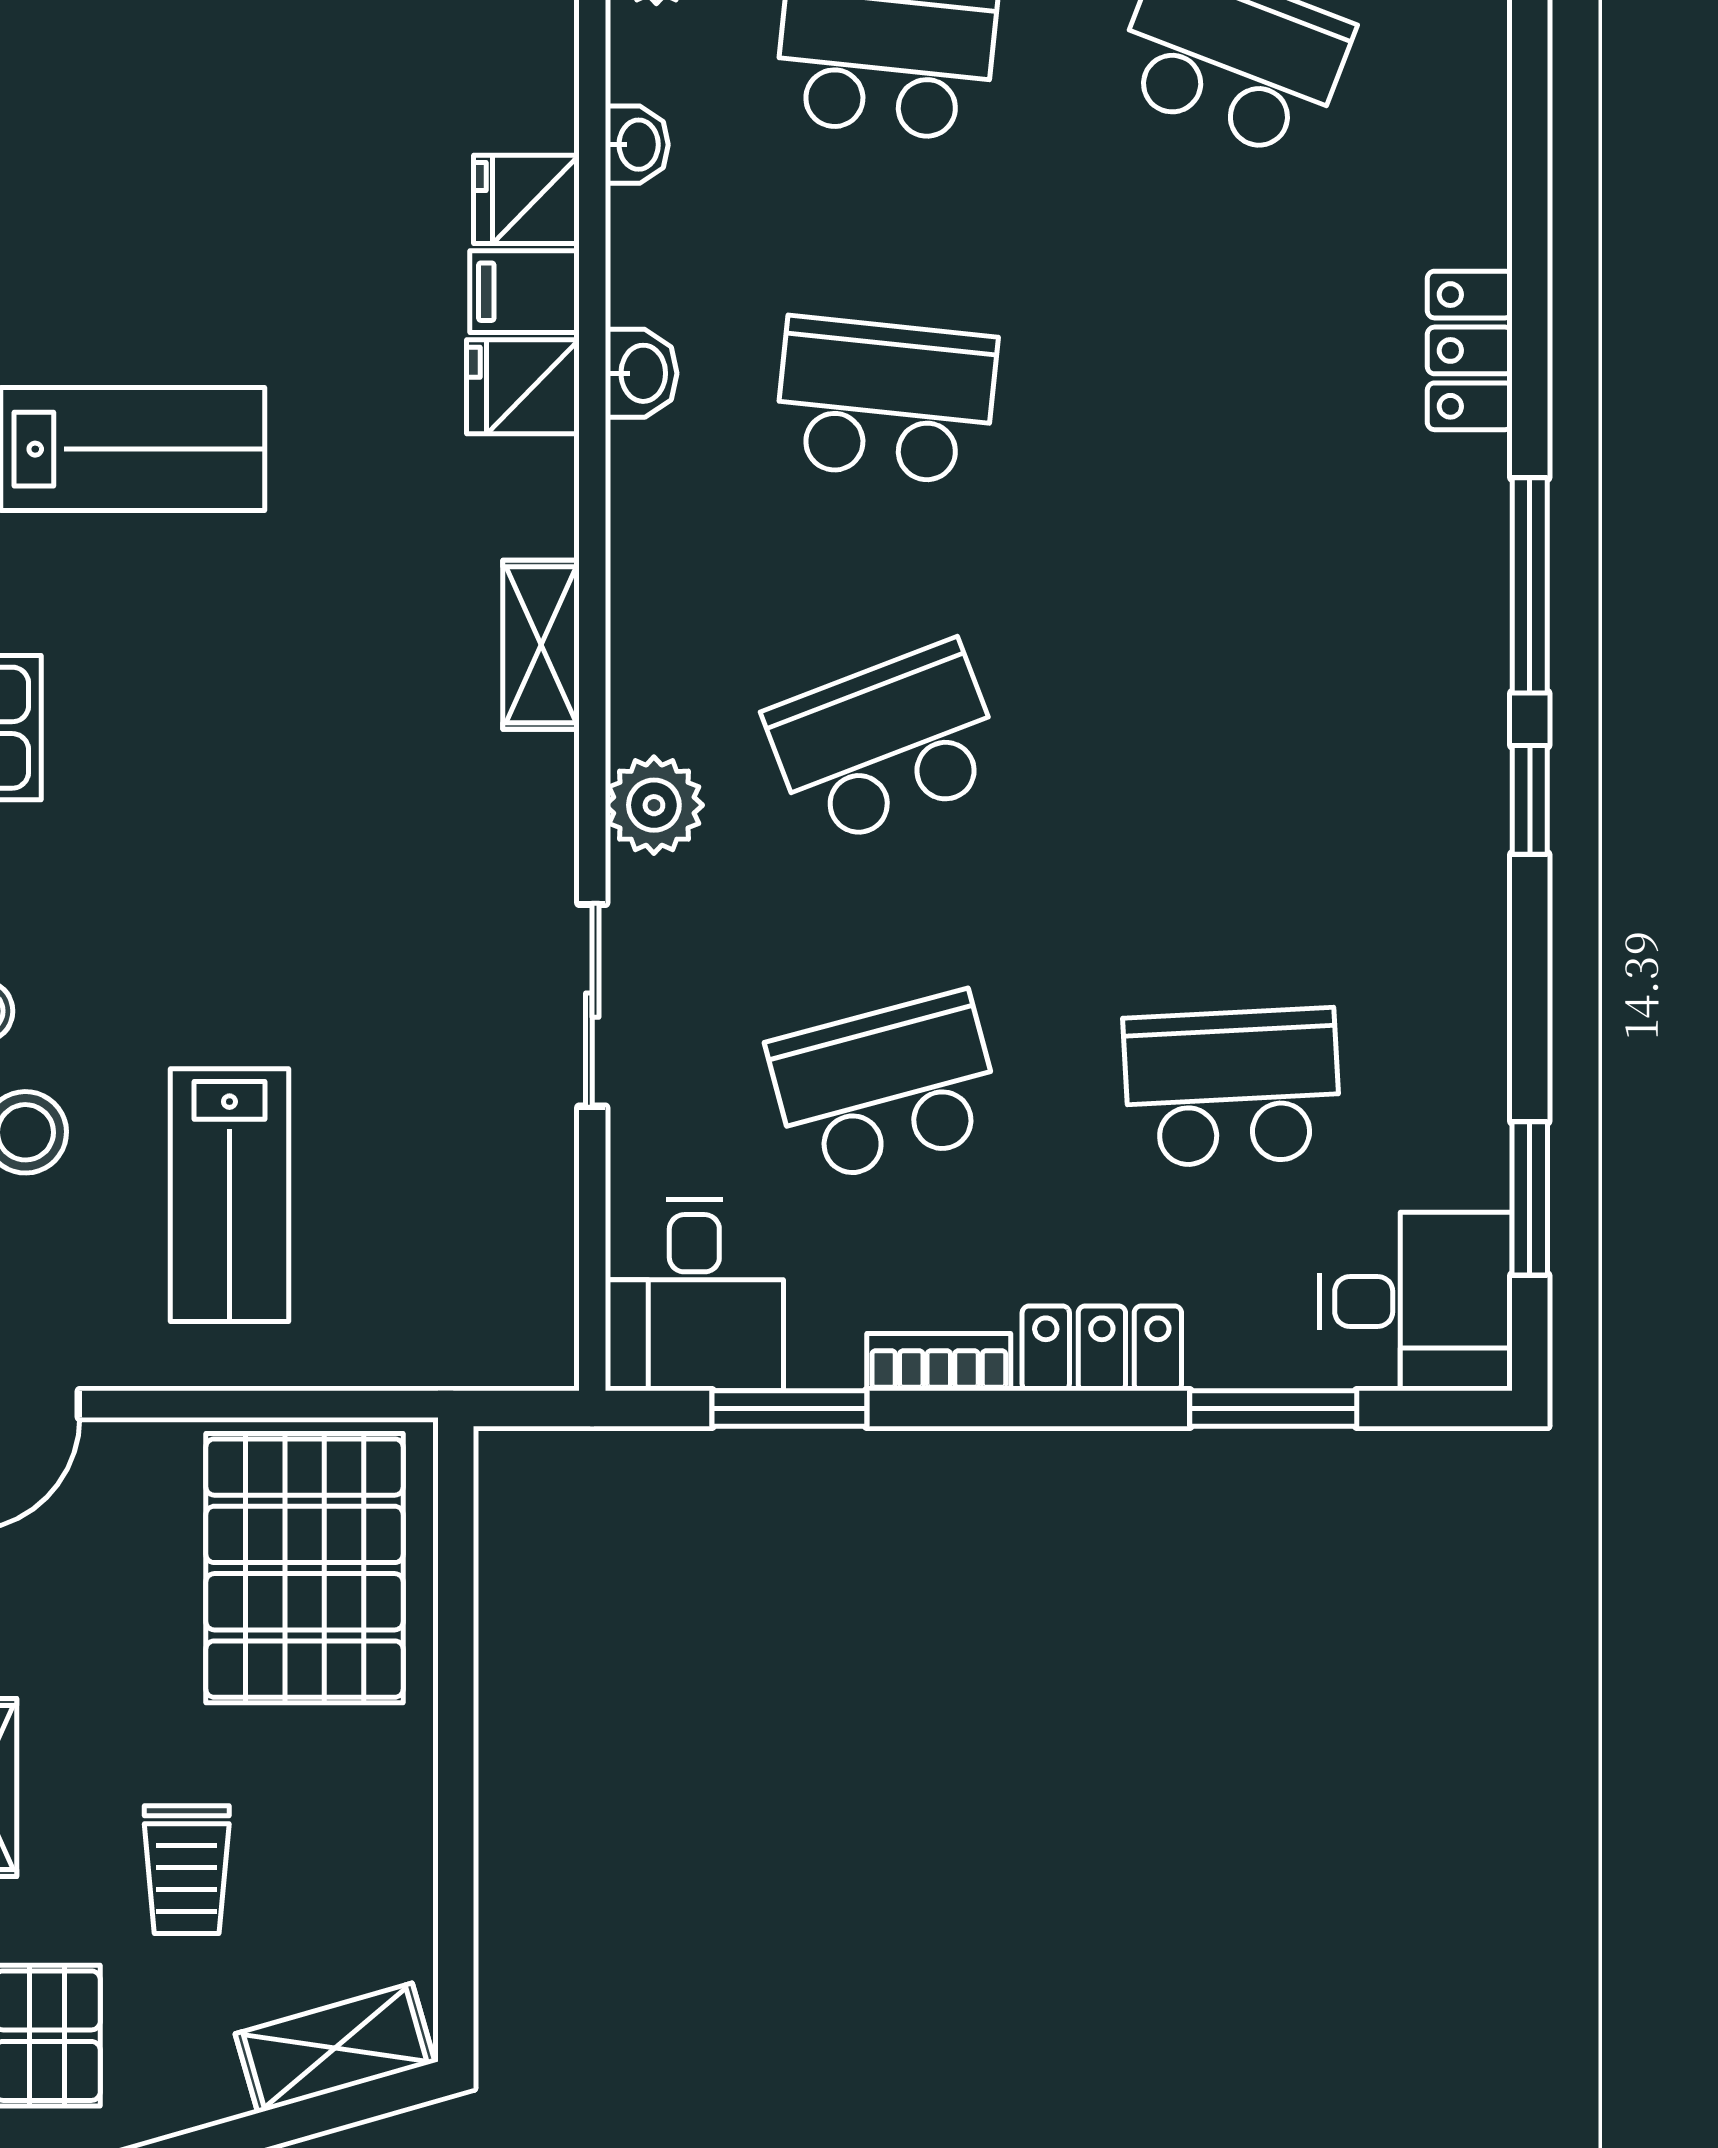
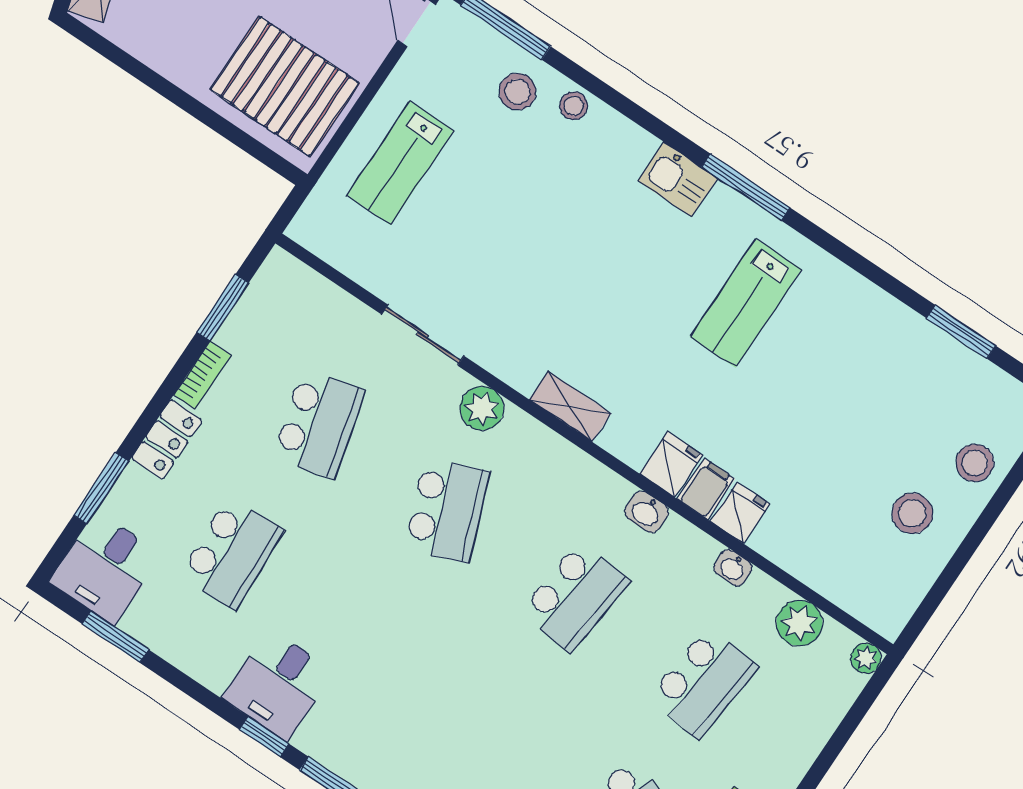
lab bench: (229, 1195) -> (400, 163), moved, turned -90
desk: (694, 1295) -> (278, 685), moved, turned -90

